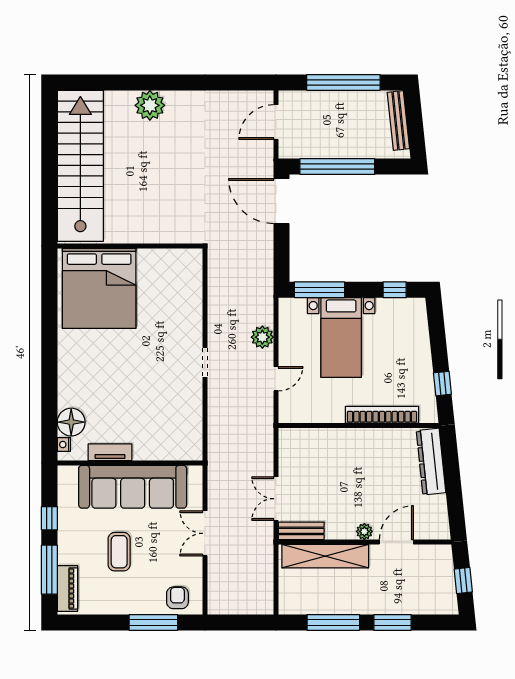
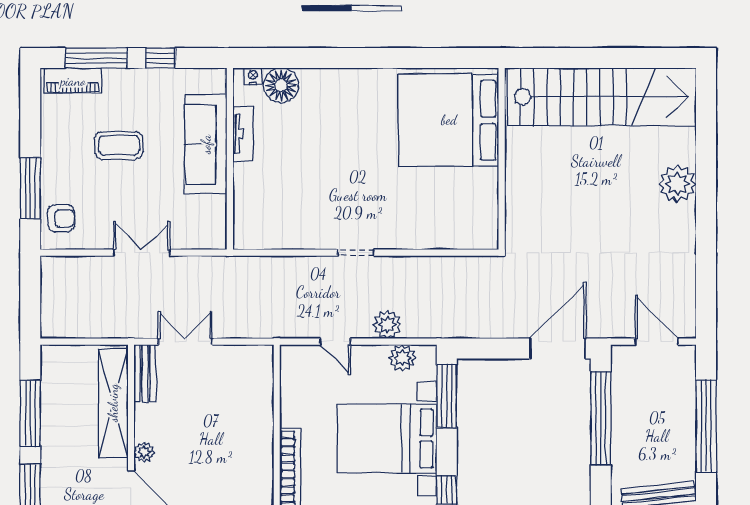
plant: (289, 325) -> (402, 358), added
bed with nightstands: (341, 337) -> (387, 438), width x1.36
sofa: (133, 487) -> (206, 144), width x0.74, depth x0.79

